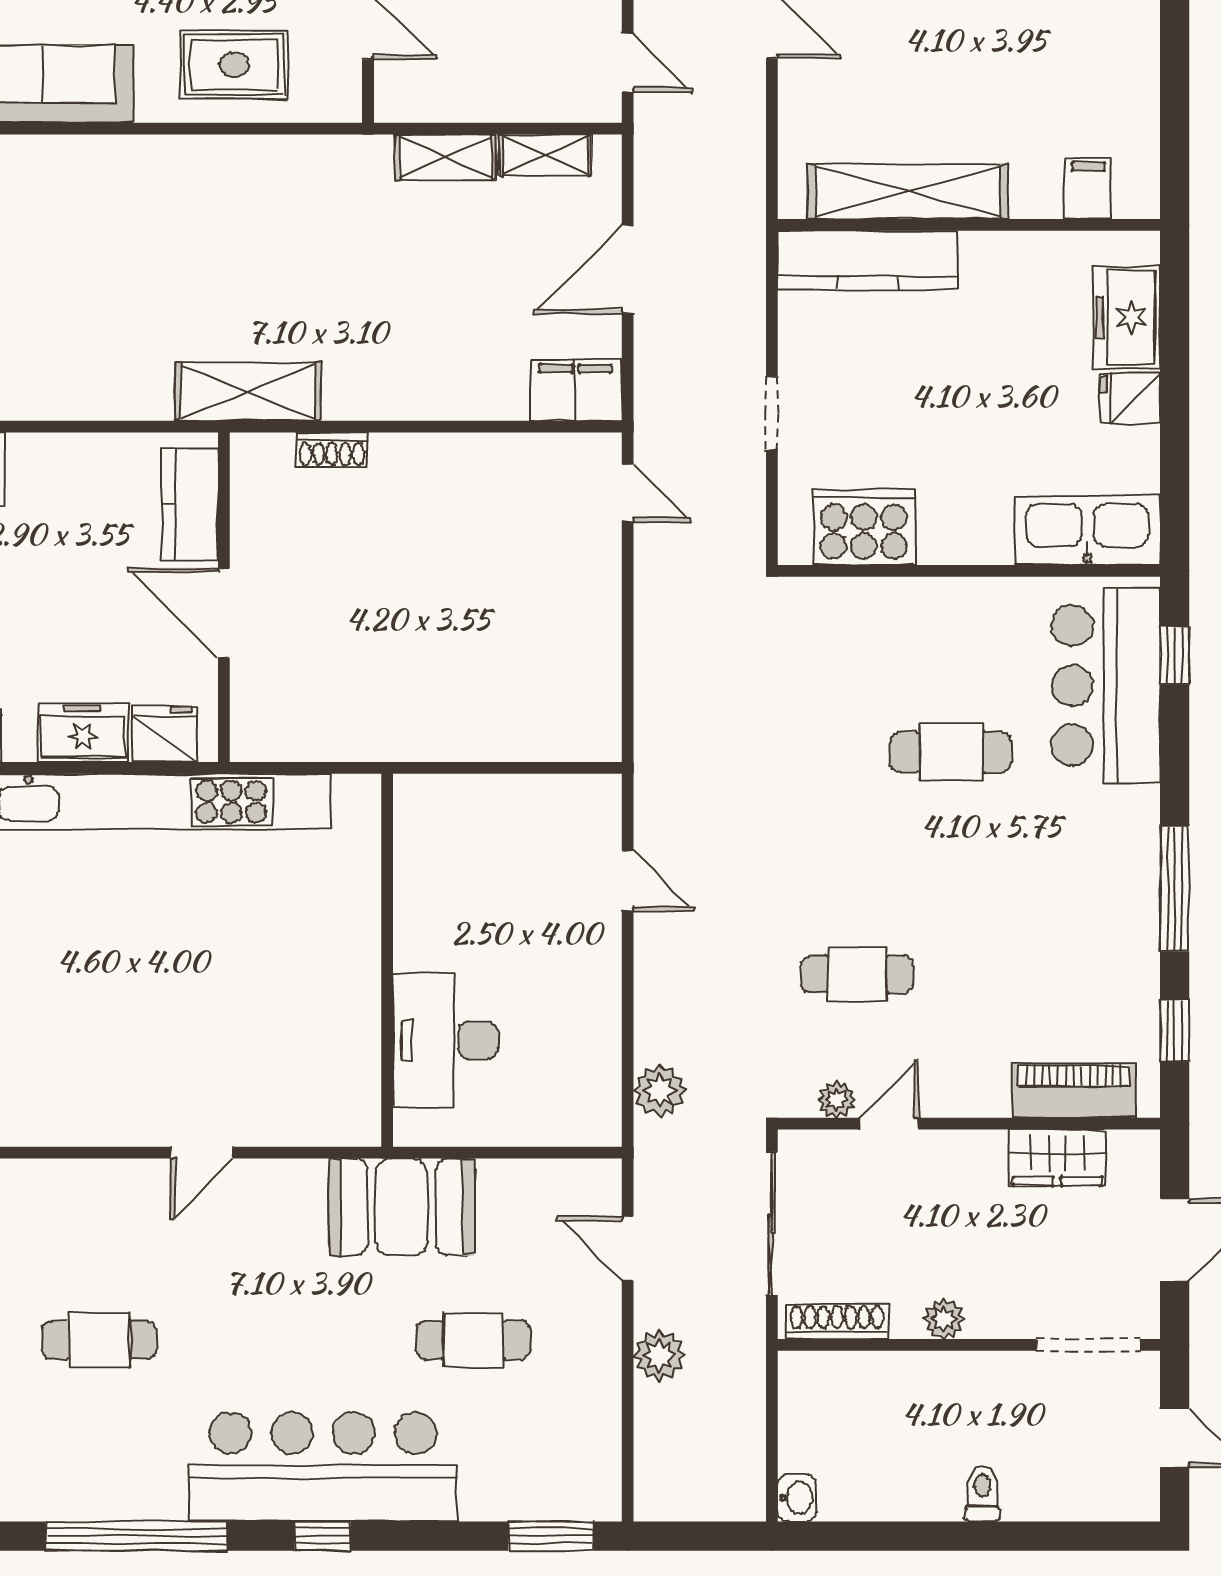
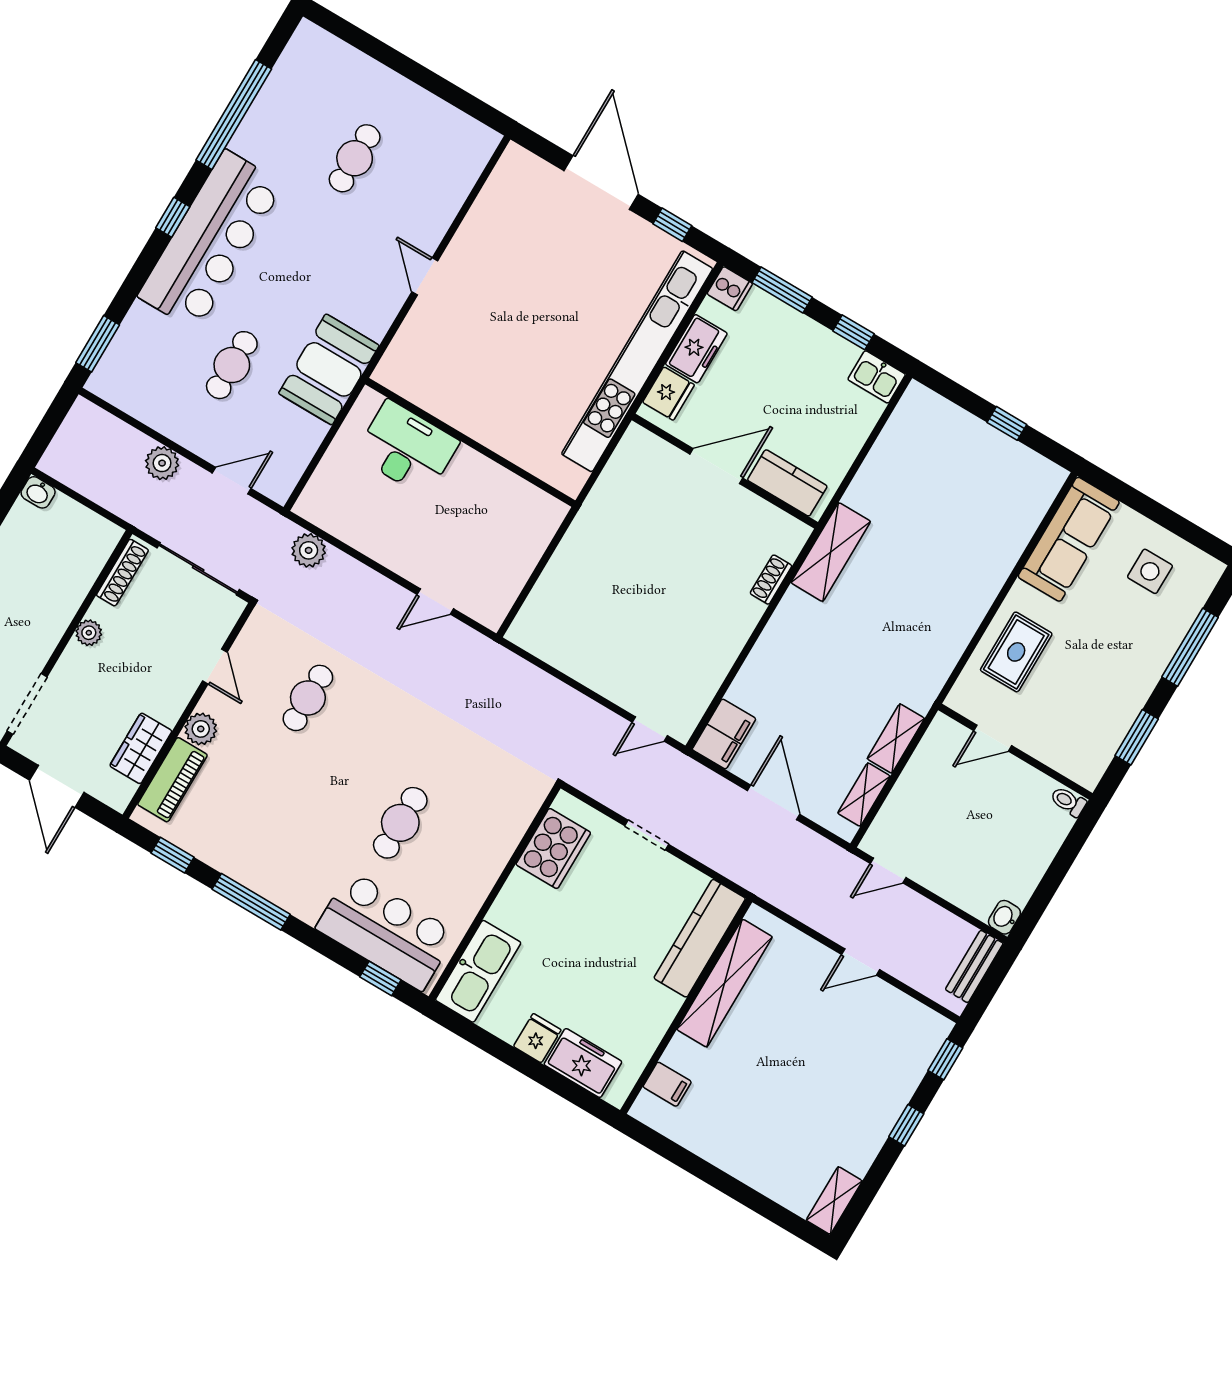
plant: (837, 1100) -> (201, 729), moved, width x1.38, depth x1.38

